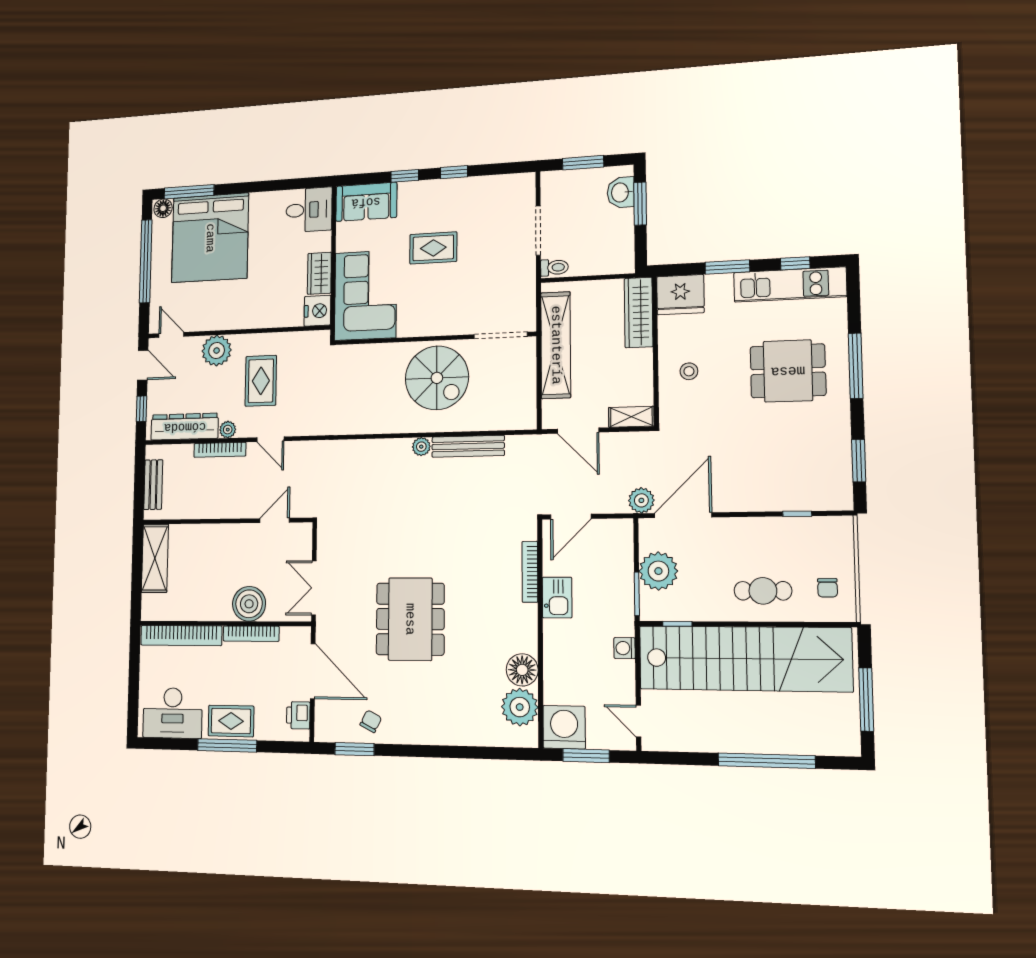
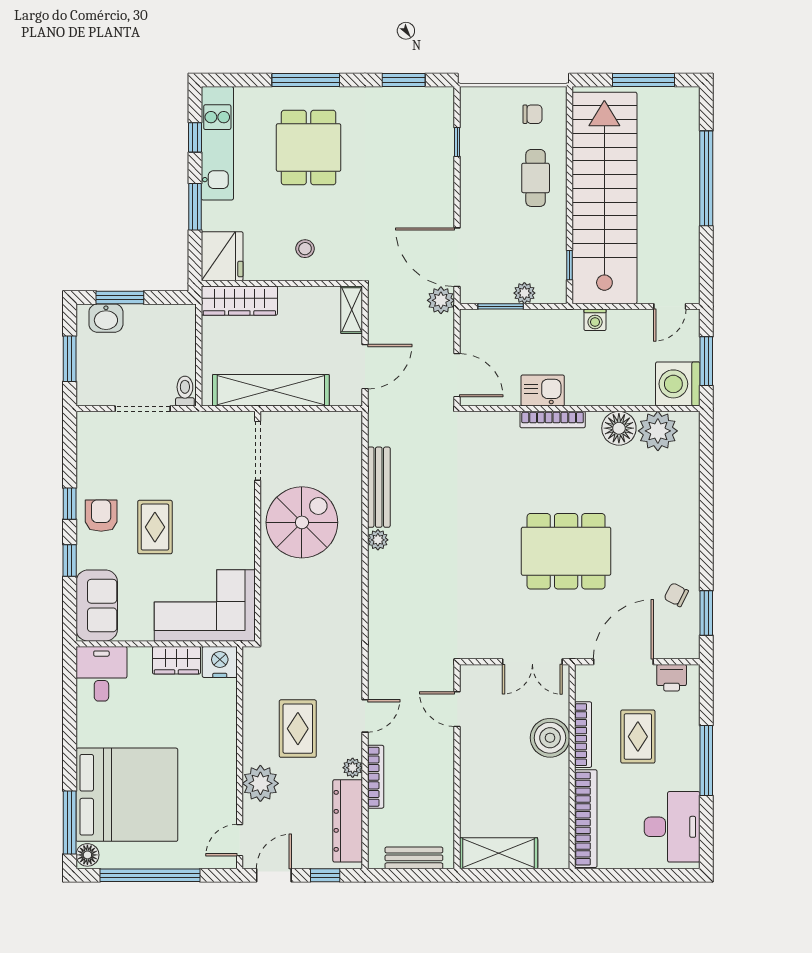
armchair: (443, 200) -> (101, 516), added
rug: (261, 381) -> (298, 729), turned 90
plant: (658, 571) -> (524, 293), width x0.53, depth x0.53
bookcase: (530, 572) -> (553, 420), moved
window: (637, 594) -> (501, 306), moved
rug: (231, 721) -> (638, 737), moved

